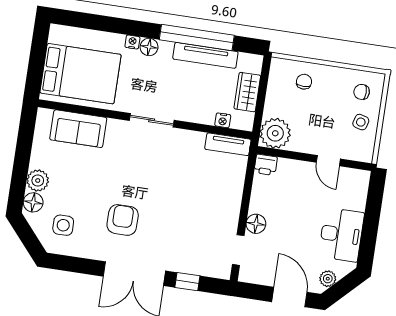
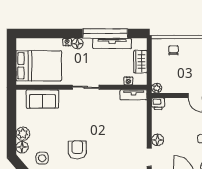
plant: (275, 133) -> (157, 88), width x0.53, depth x0.53

